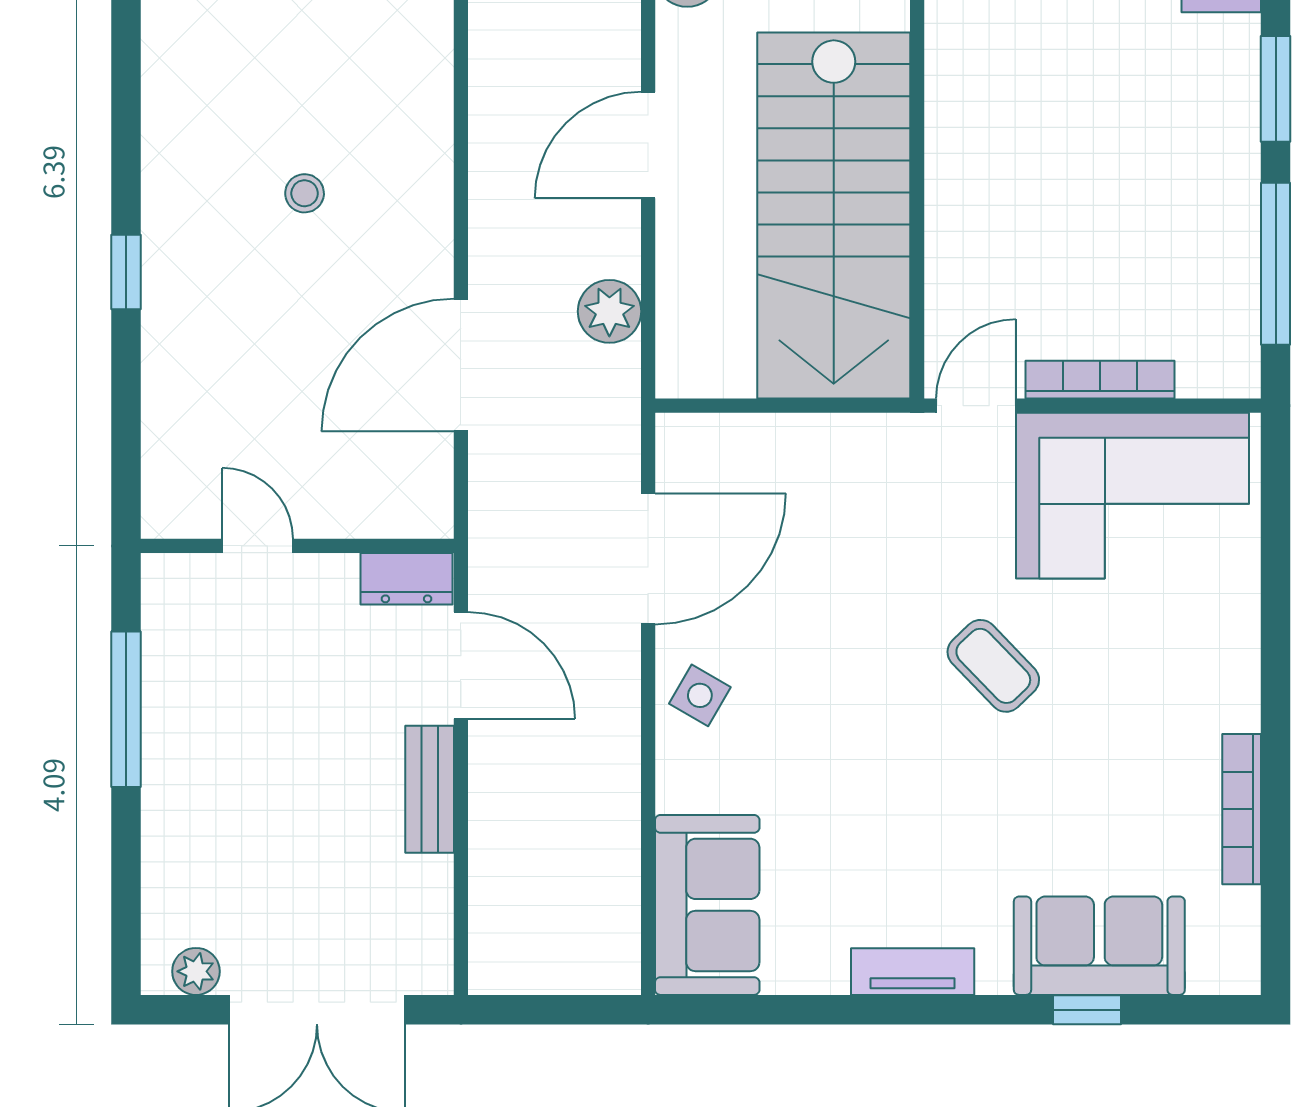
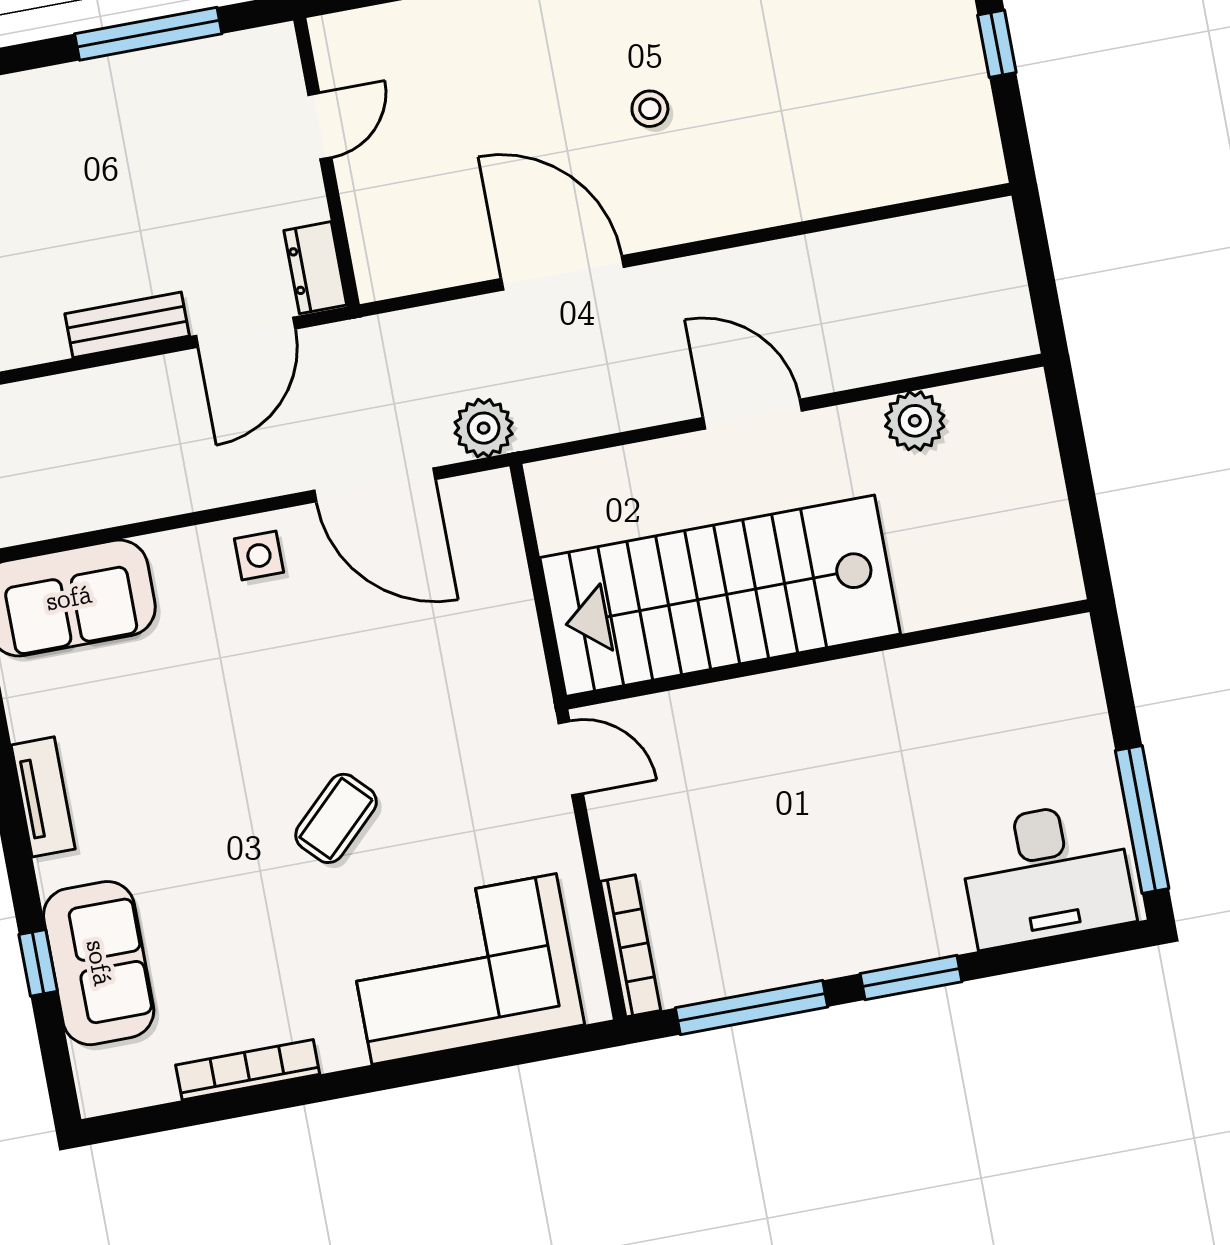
plant: (609, 311) -> (484, 428), moved
door: (461, 365) -> (563, 273), moved
bookcase: (1100, 380) -> (631, 946), moved
corner sofa: (1132, 496) -> (464, 969), moved, turned 90
side table: (700, 695) -> (259, 556), turned -30

